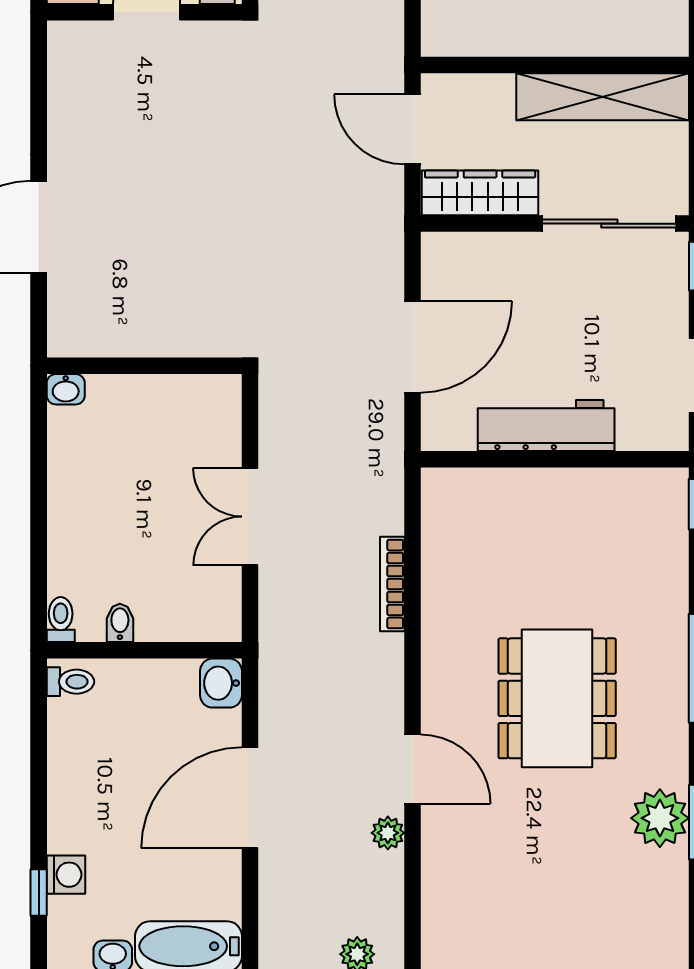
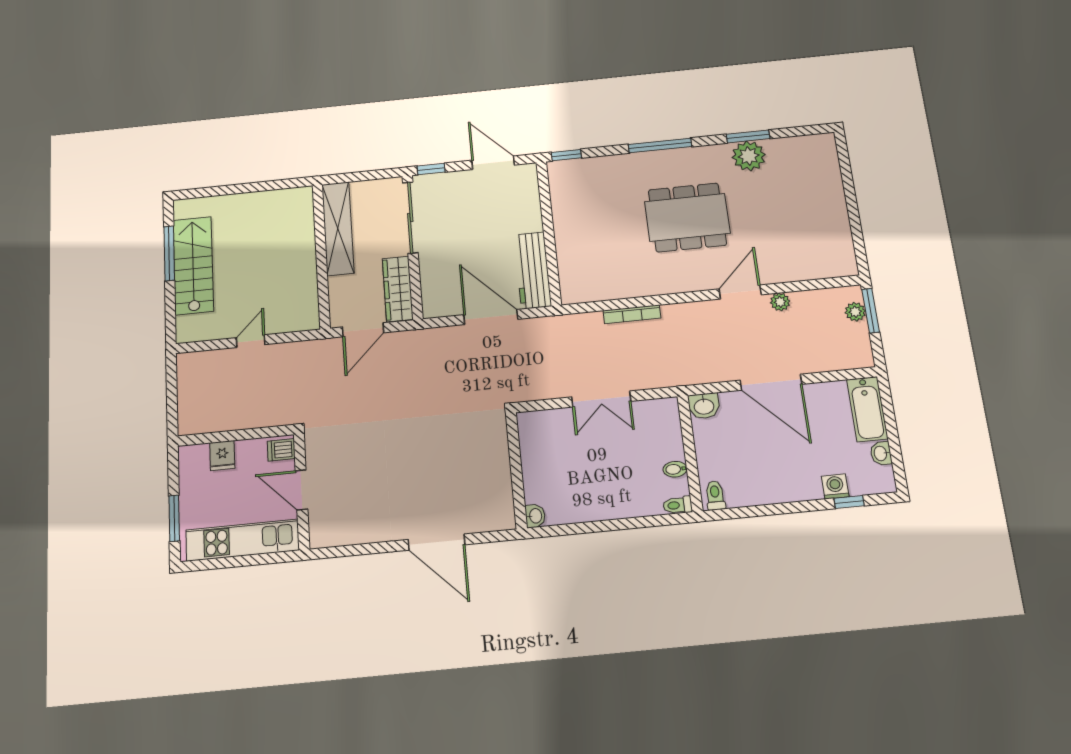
workbench: (546, 426) -> (533, 270), moved

